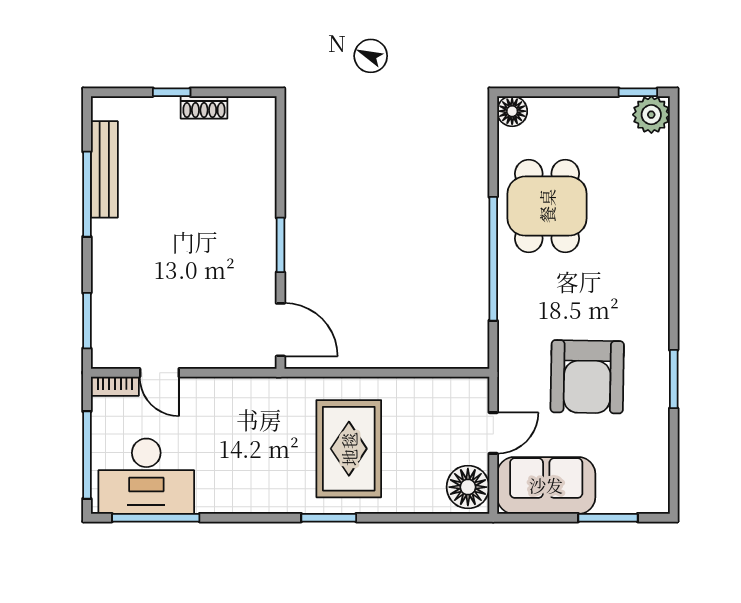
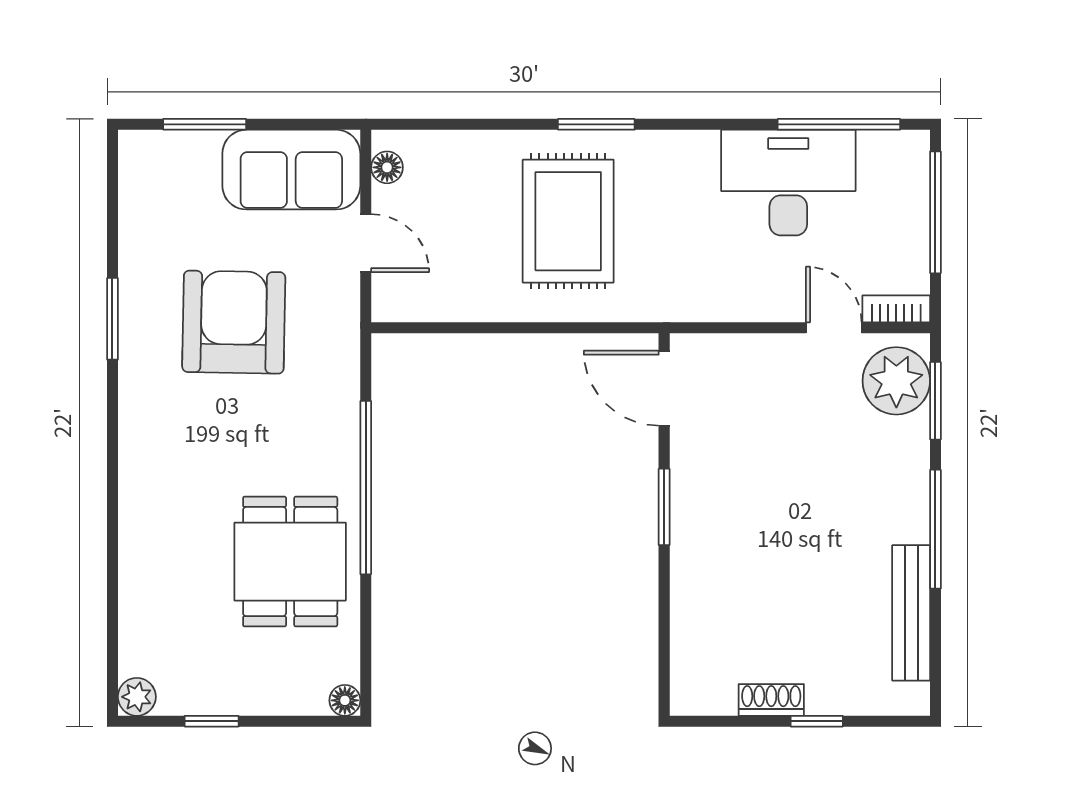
window: (638, 92) -> (212, 721), moved
floor lamp: (512, 111) -> (345, 700), width x0.73, depth x0.73
plant: (651, 115) -> (137, 697), width x0.73, depth x0.73
window: (87, 194) -> (935, 529), moved
plant: (115, 335) -> (896, 381), added
door: (493, 433) -> (366, 243), swing flipped
desk: (146, 476) -> (788, 183), moved
floor lamp: (468, 487) -> (387, 167), width x0.53, depth x0.53

